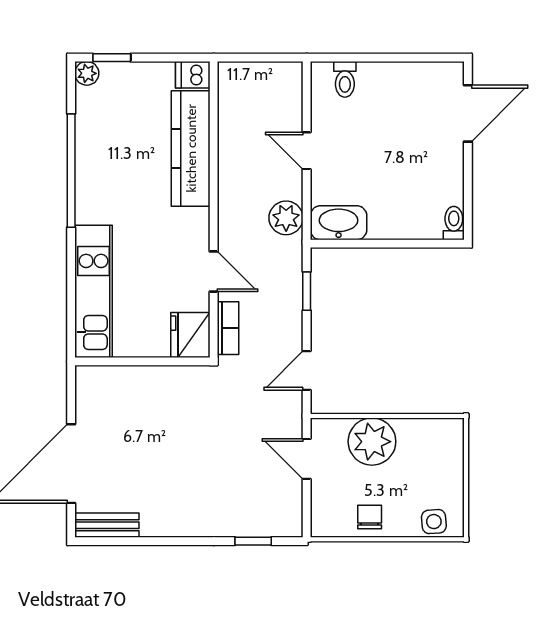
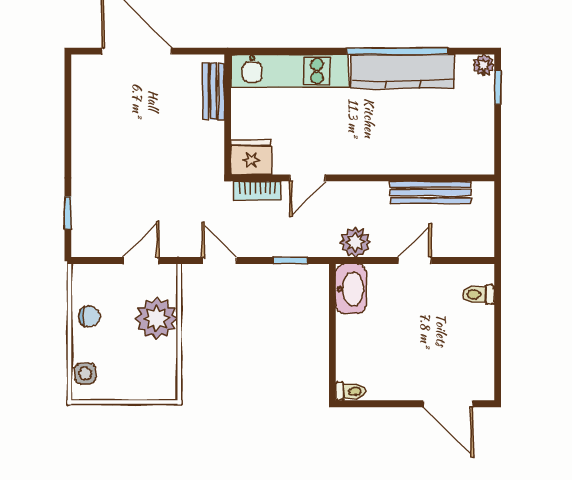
dishwasher: (193, 75) -> (482, 159), removed
bench: (230, 133) -> (431, 192), added
kitchen counter: (191, 148) -> (402, 72), moved, turned 180
bench: (107, 525) -> (213, 91), moved

